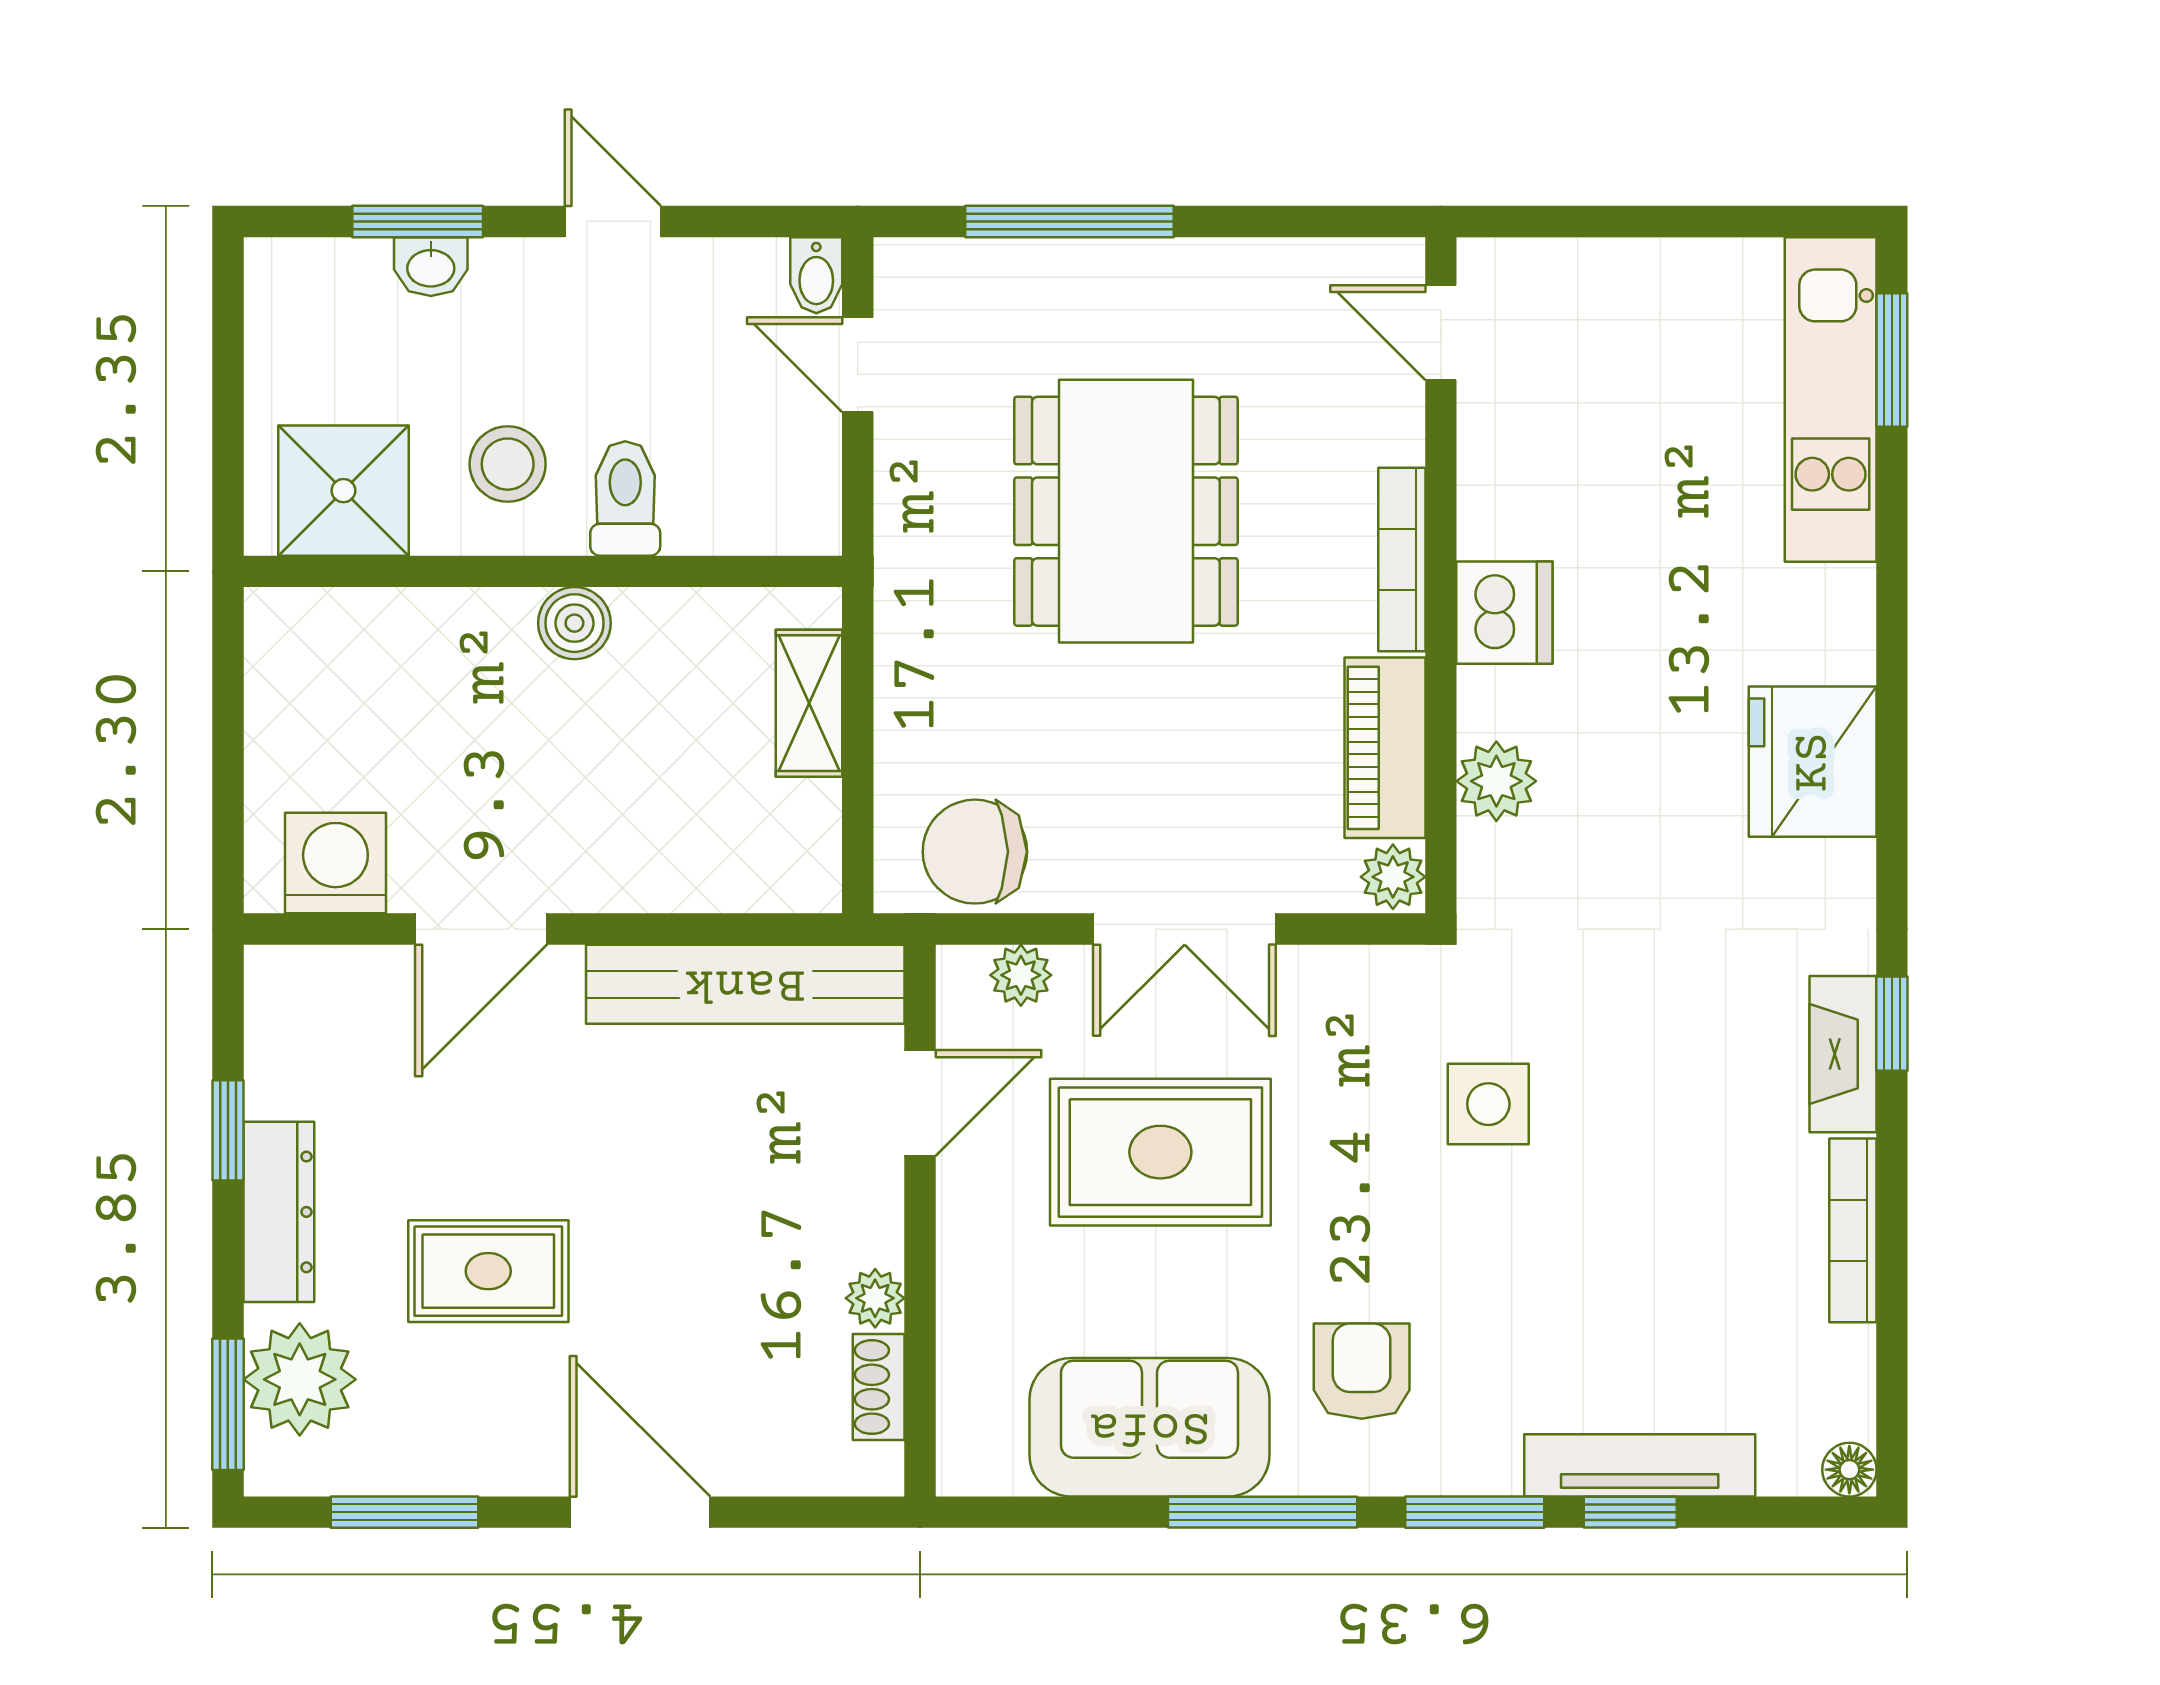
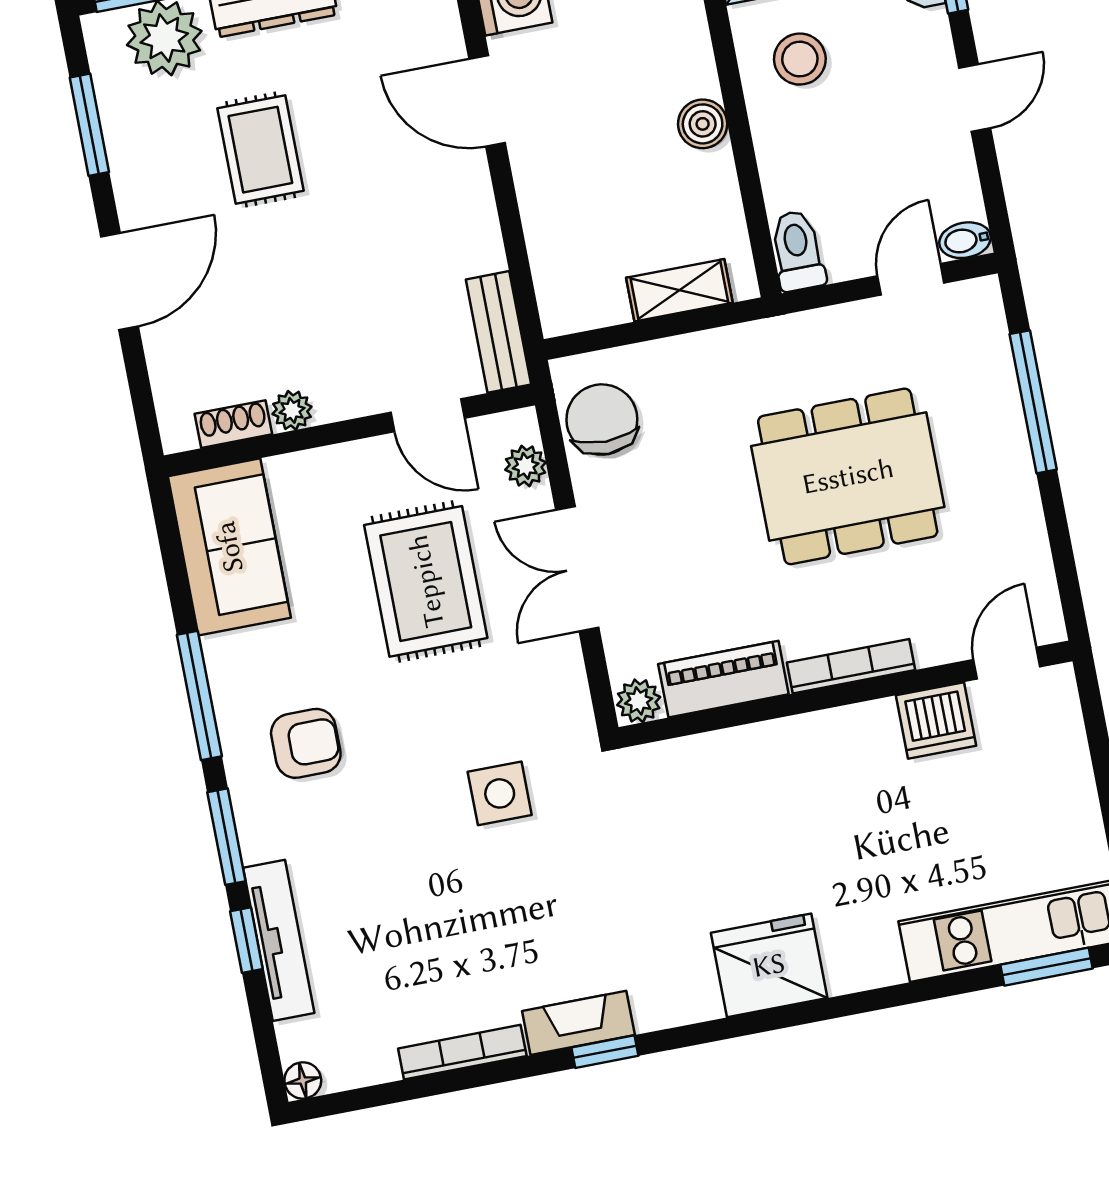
toilet: (625, 498) -> (798, 251), moved, turned -90
dishwasher: (1504, 613) -> (936, 721), moved
plant: (1496, 781) -> (716, 757), removed
bench: (745, 984) -> (498, 332), width x0.54, depth x0.82
sofa: (1150, 1427) -> (229, 547), moved

